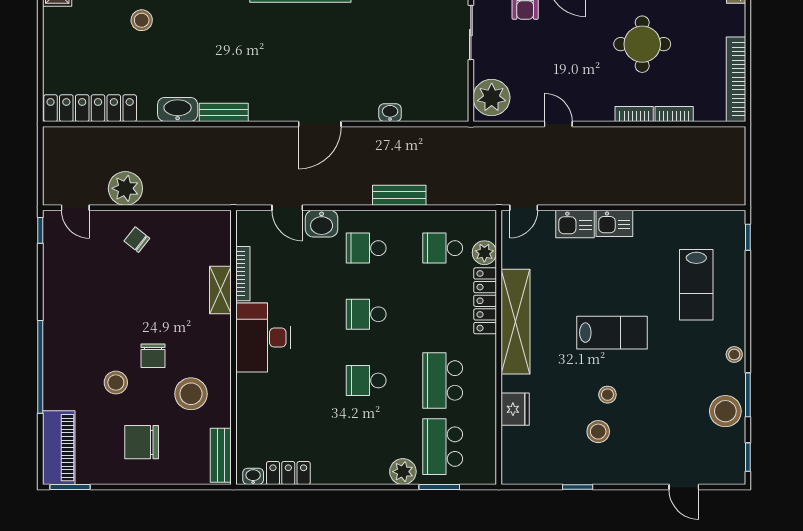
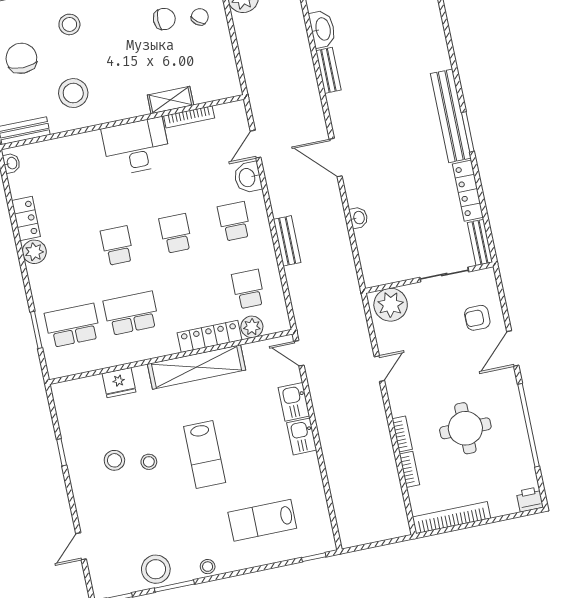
chair: (153, 356) -> (164, 19), moved, turned 180
plant: (403, 472) -> (34, 252), moved
locker: (288, 473) -> (26, 219), moved

